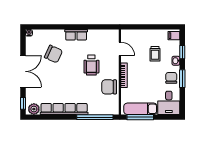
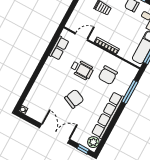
row of seats: (76, 35) -> (59, 48), moved
chair: (53, 54) -> (74, 99), moved
chair: (109, 87) -> (108, 75), moved
window: (95, 117) -> (130, 92), width x0.68

